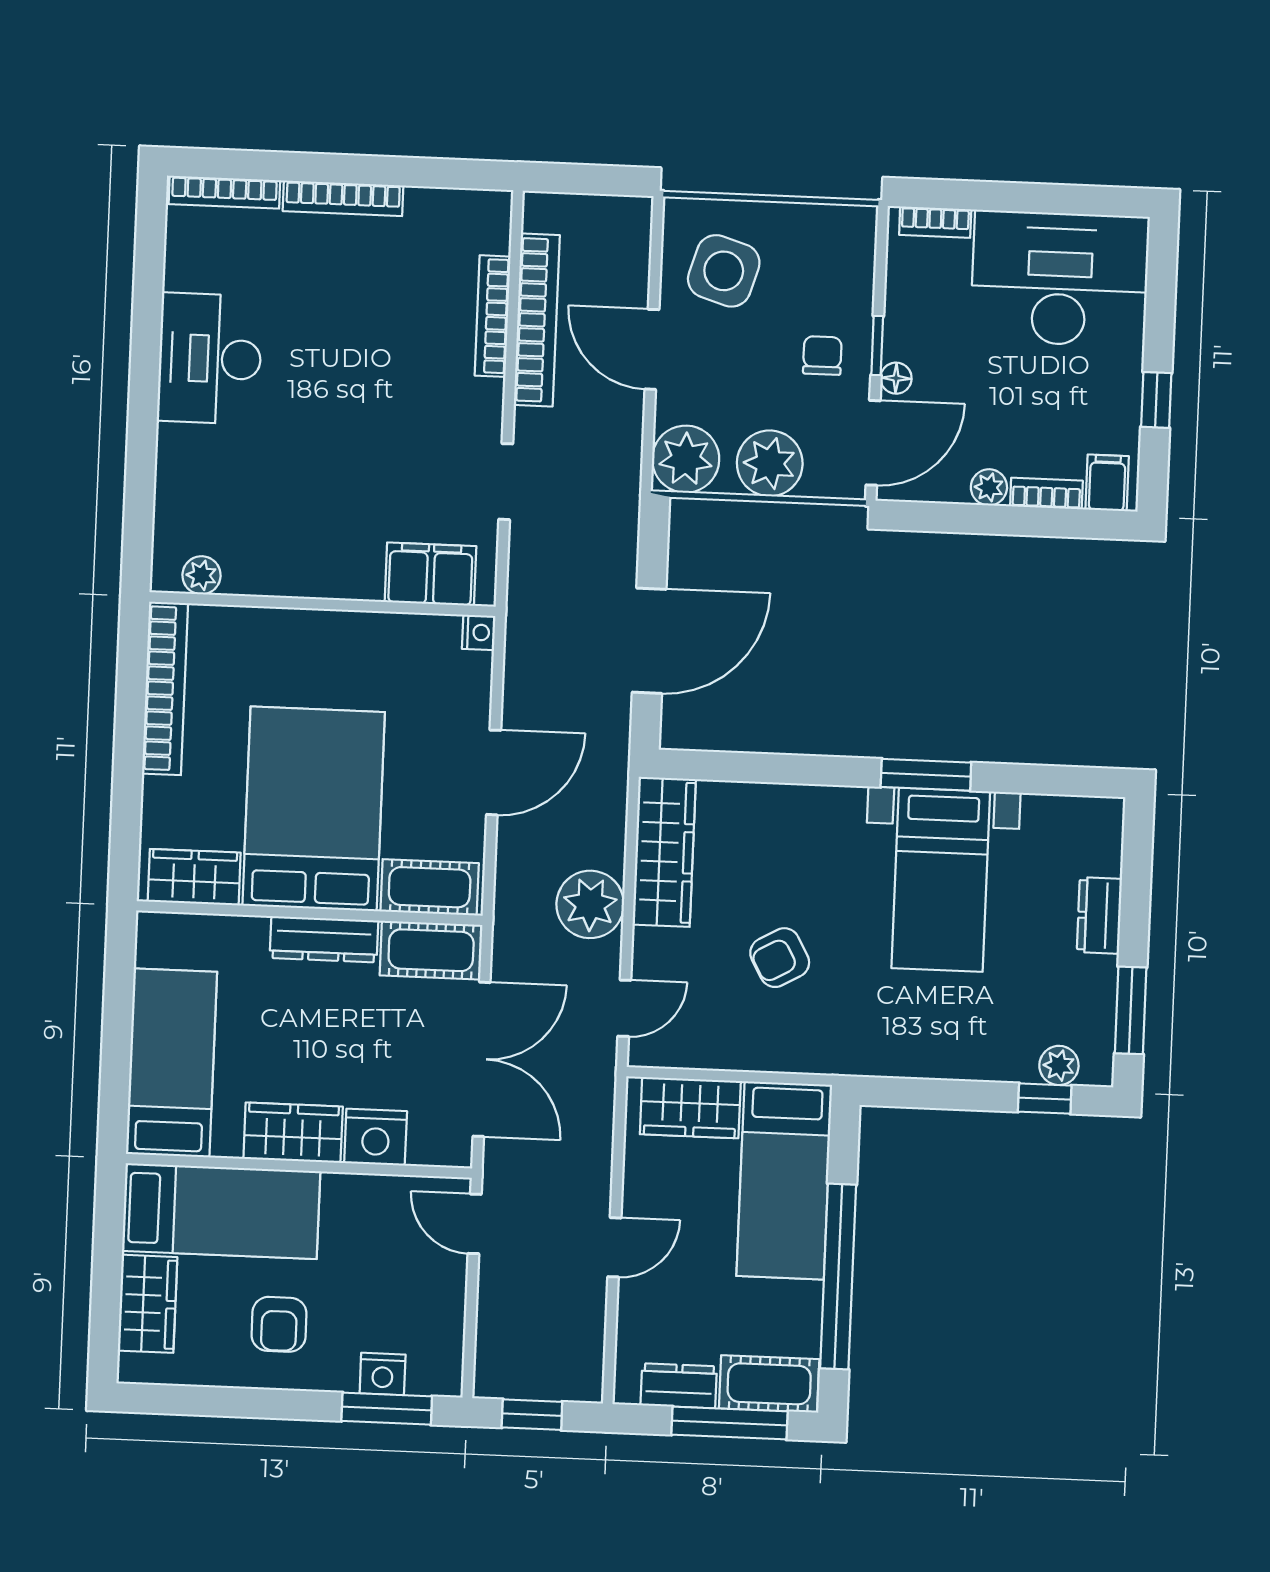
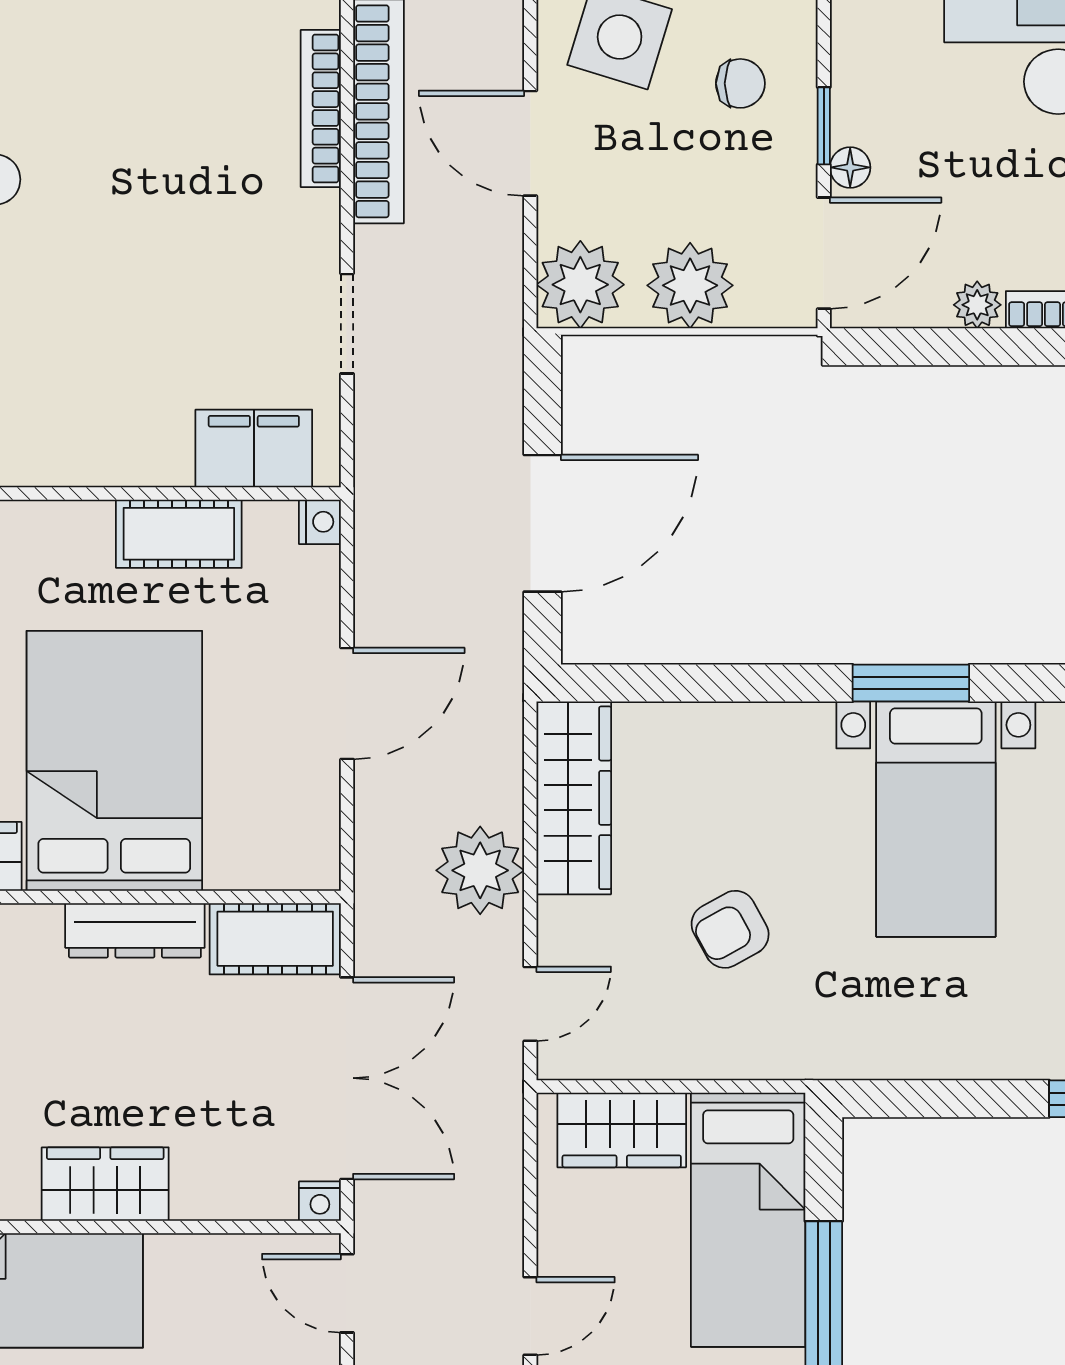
chair: (822, 356) -> (740, 83), moved, turned 90
cot: (430, 887) -> (179, 534), moved
nightstand: (376, 1137) -> (320, 1201), moved, width x0.53, depth x0.56

